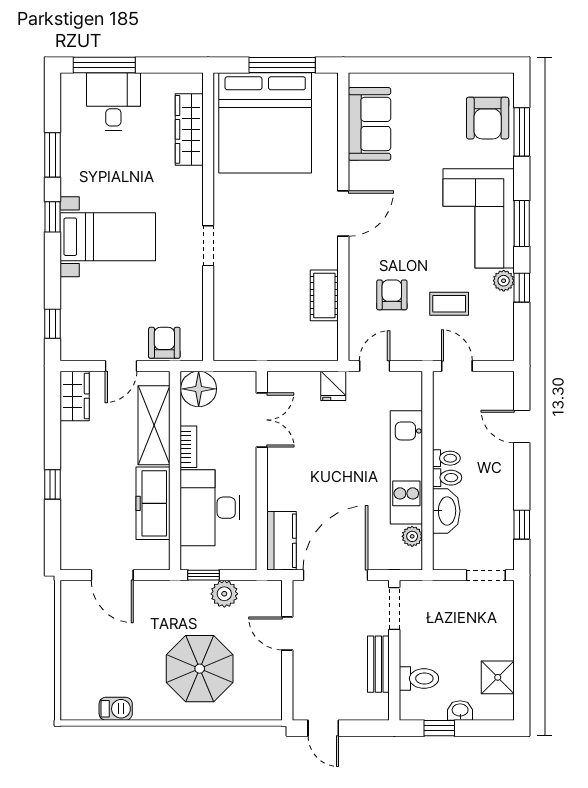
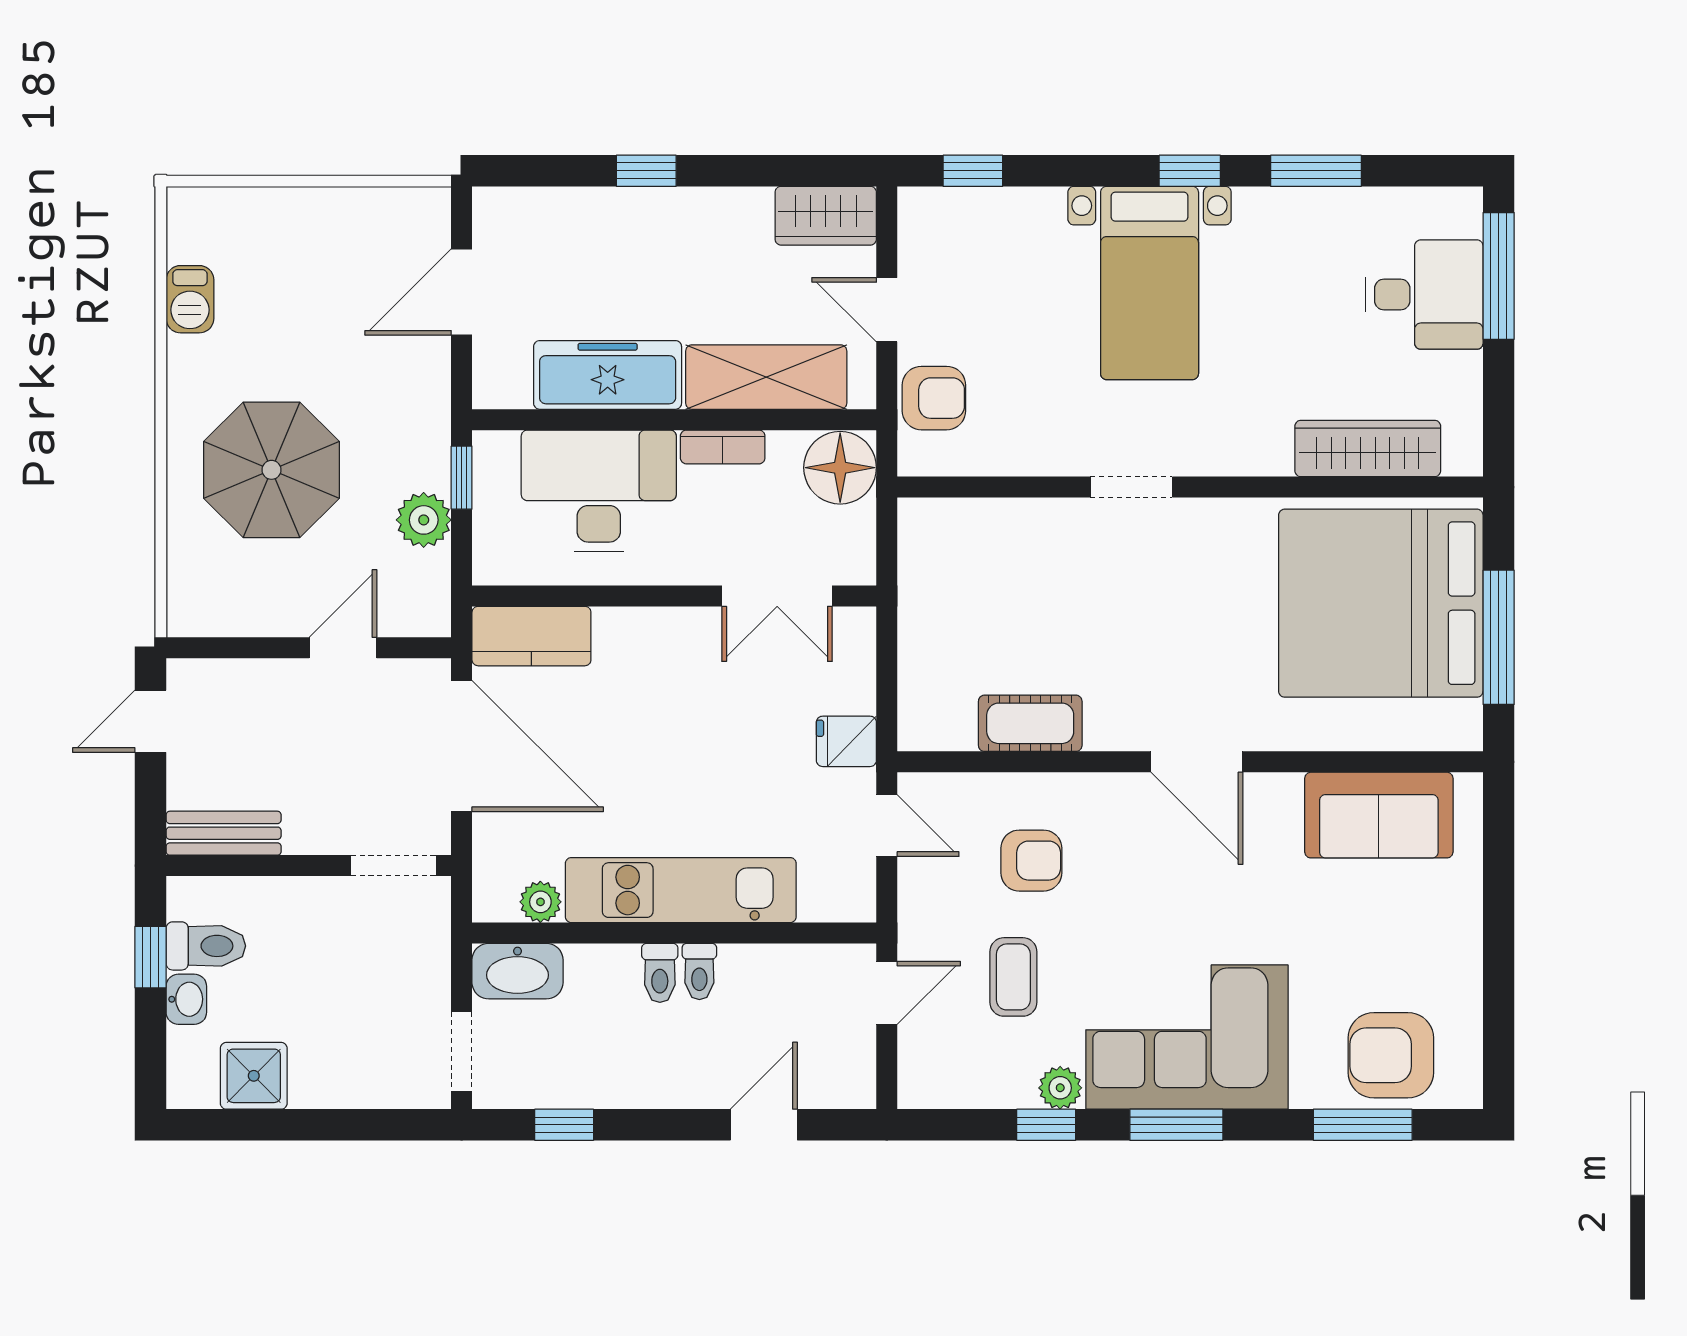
washbasin: (446, 511) -> (518, 971), moved
bench: (378, 664) -> (224, 833), moved
toilet: (419, 678) -> (206, 946), moved, turned -90

